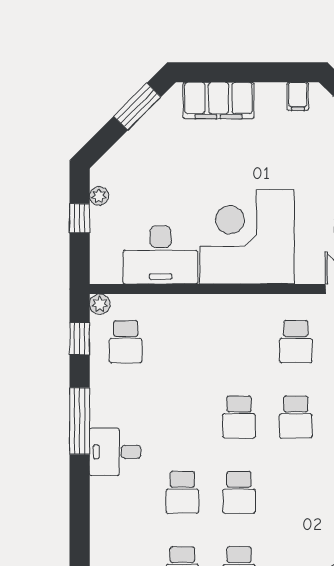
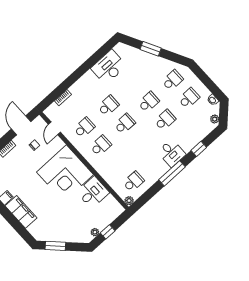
filing cabinet: (219, 101) -> (21, 212), moved
desk: (161, 255) -> (93, 192), width x0.73
window: (80, 339) -> (199, 149), moved
school desk: (239, 342) -> (101, 146), added

